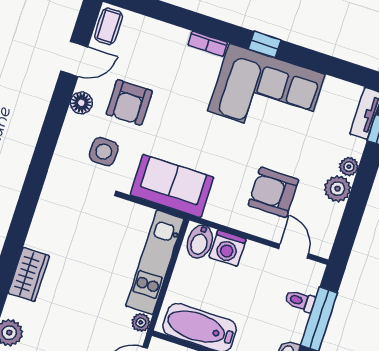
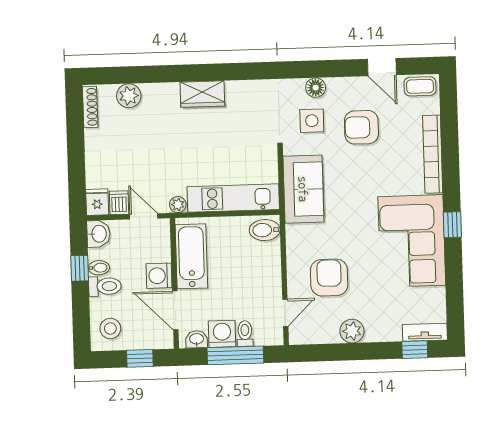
bookcase: (208, 44) -> (433, 154), width x2.31, depth x1.31
floor lamp: (81, 103) -> (316, 88), moved
plant: (349, 167) -> (374, 334), removed
washing machine: (227, 248) -> (222, 334), moved, turned 90
wardrobe: (29, 274) -> (202, 94), moved

